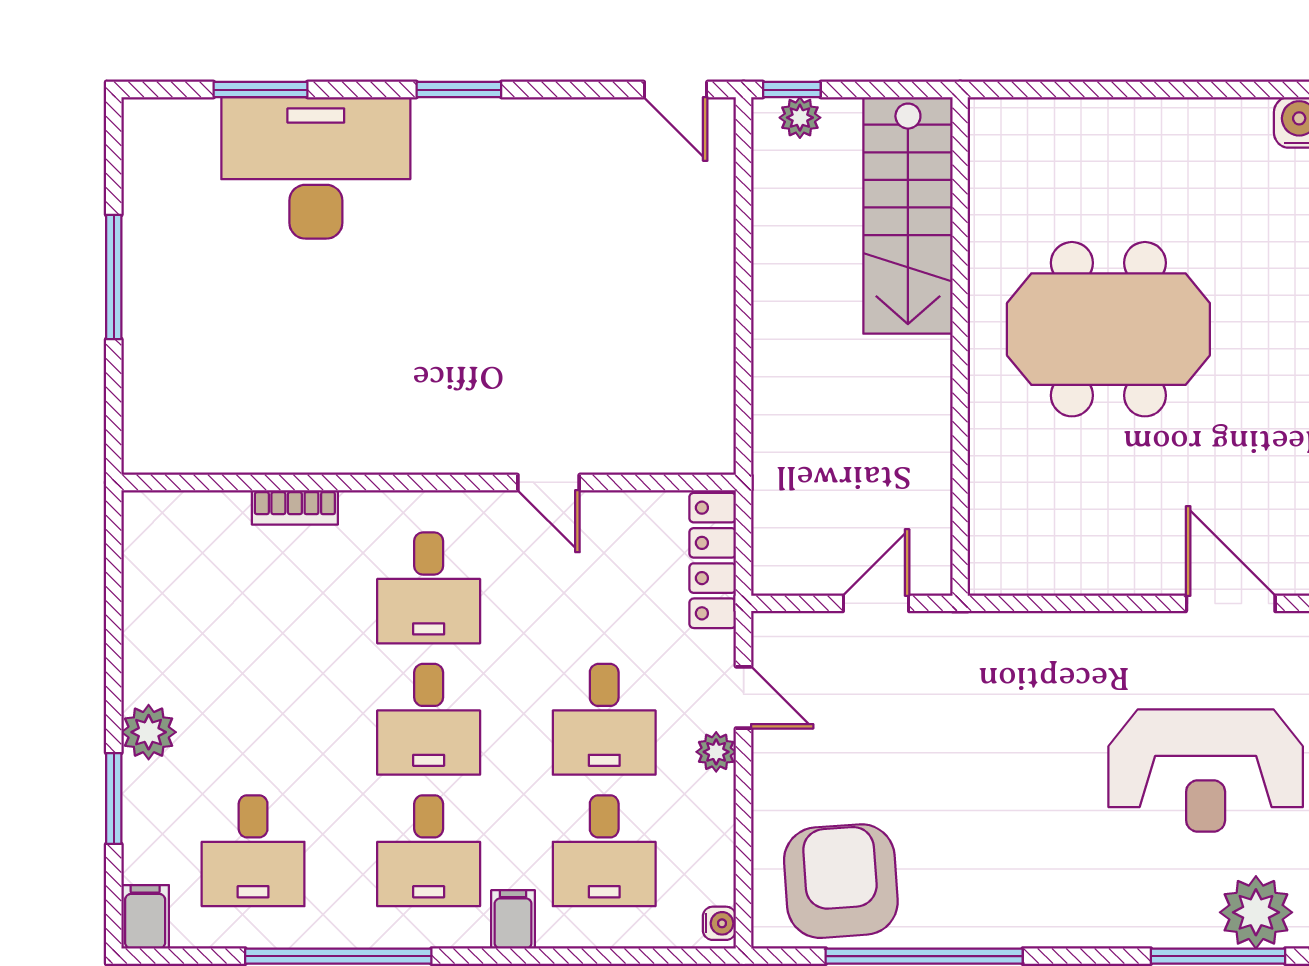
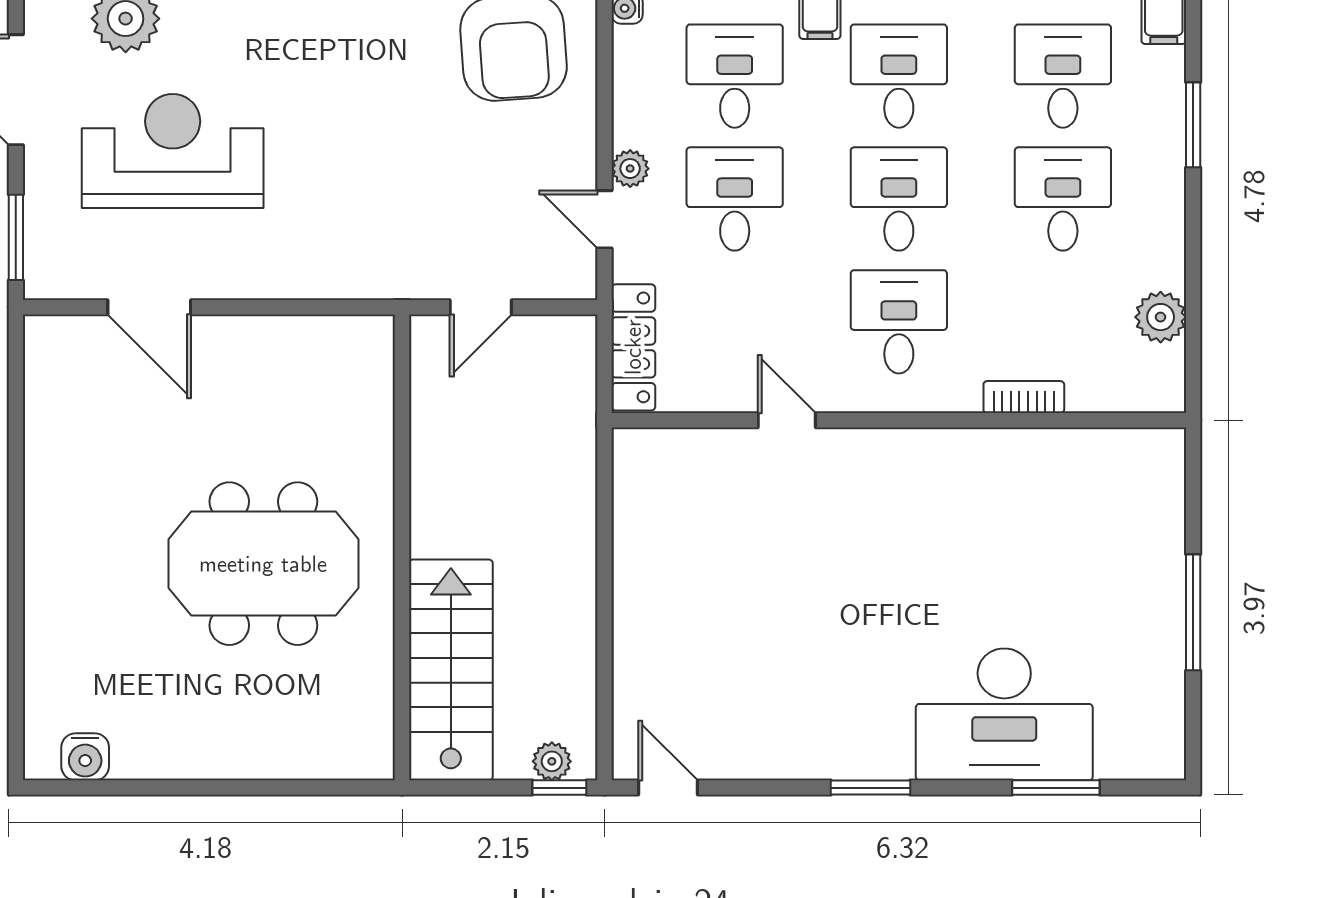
desk: (253, 719) -> (1063, 199), added
plant: (149, 732) -> (1161, 317), moved

